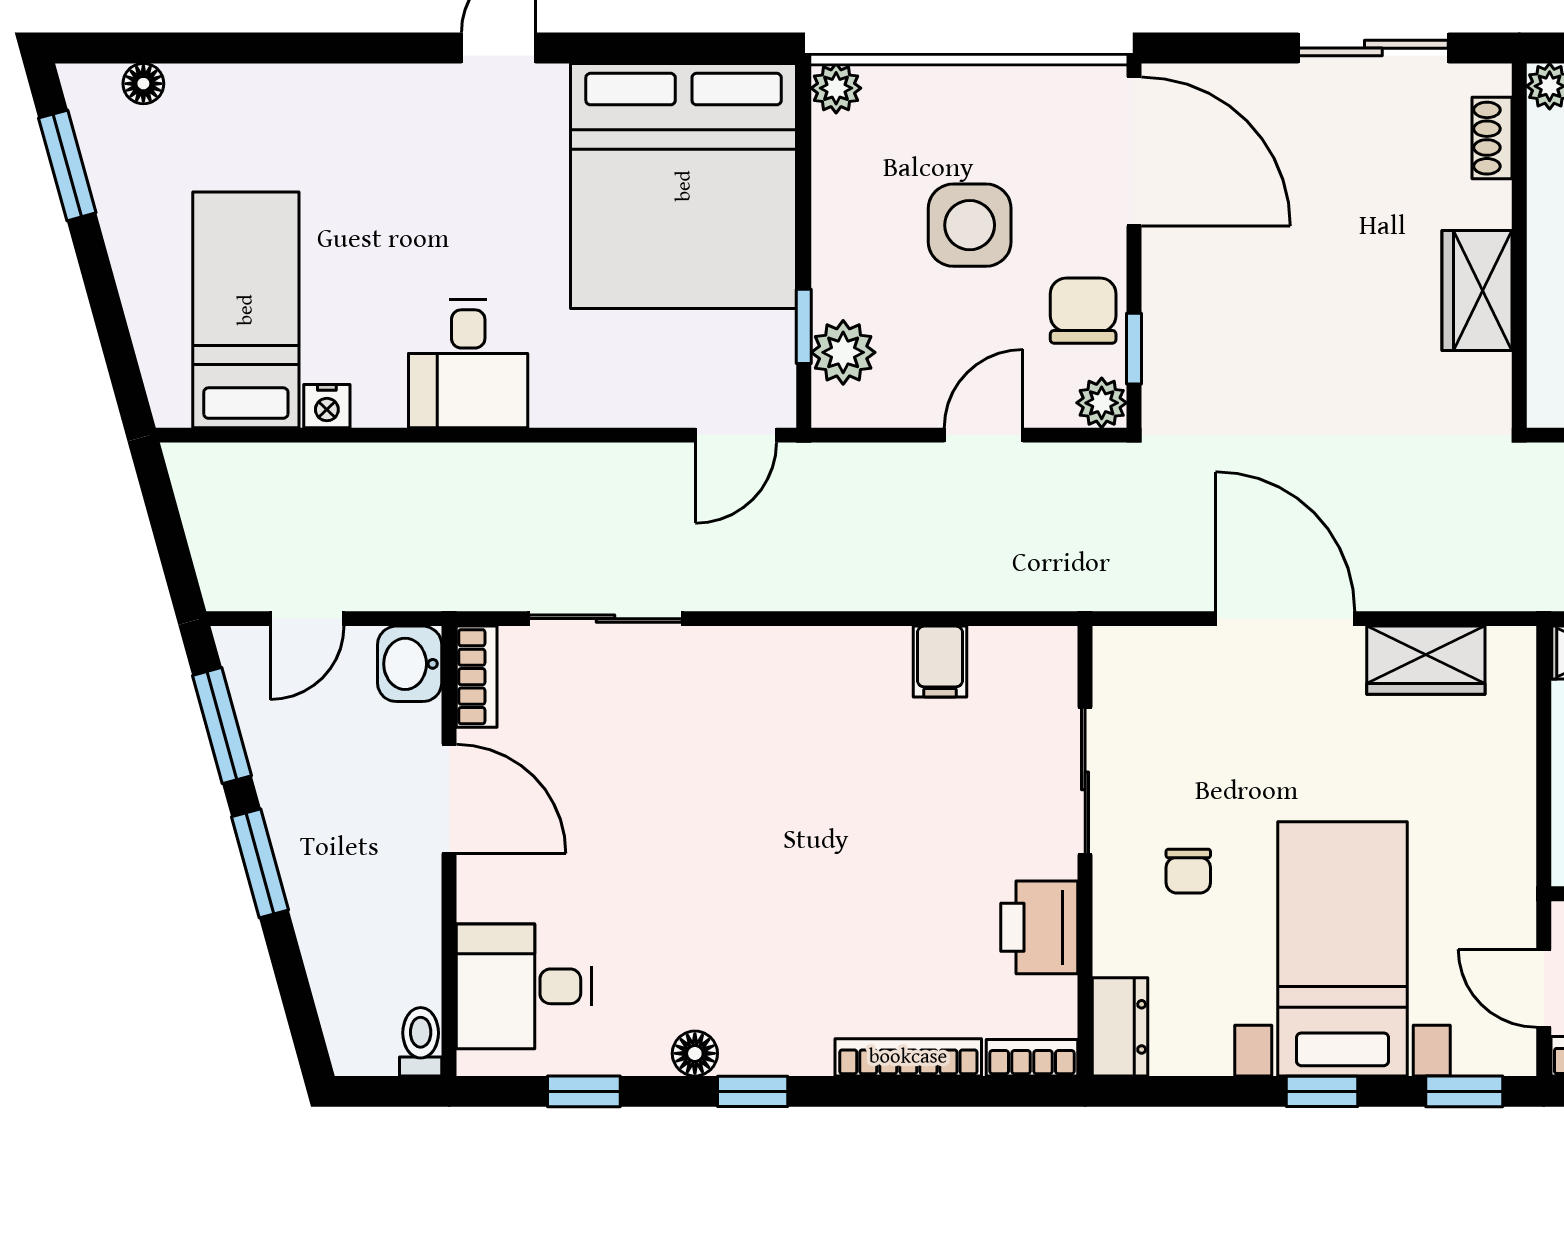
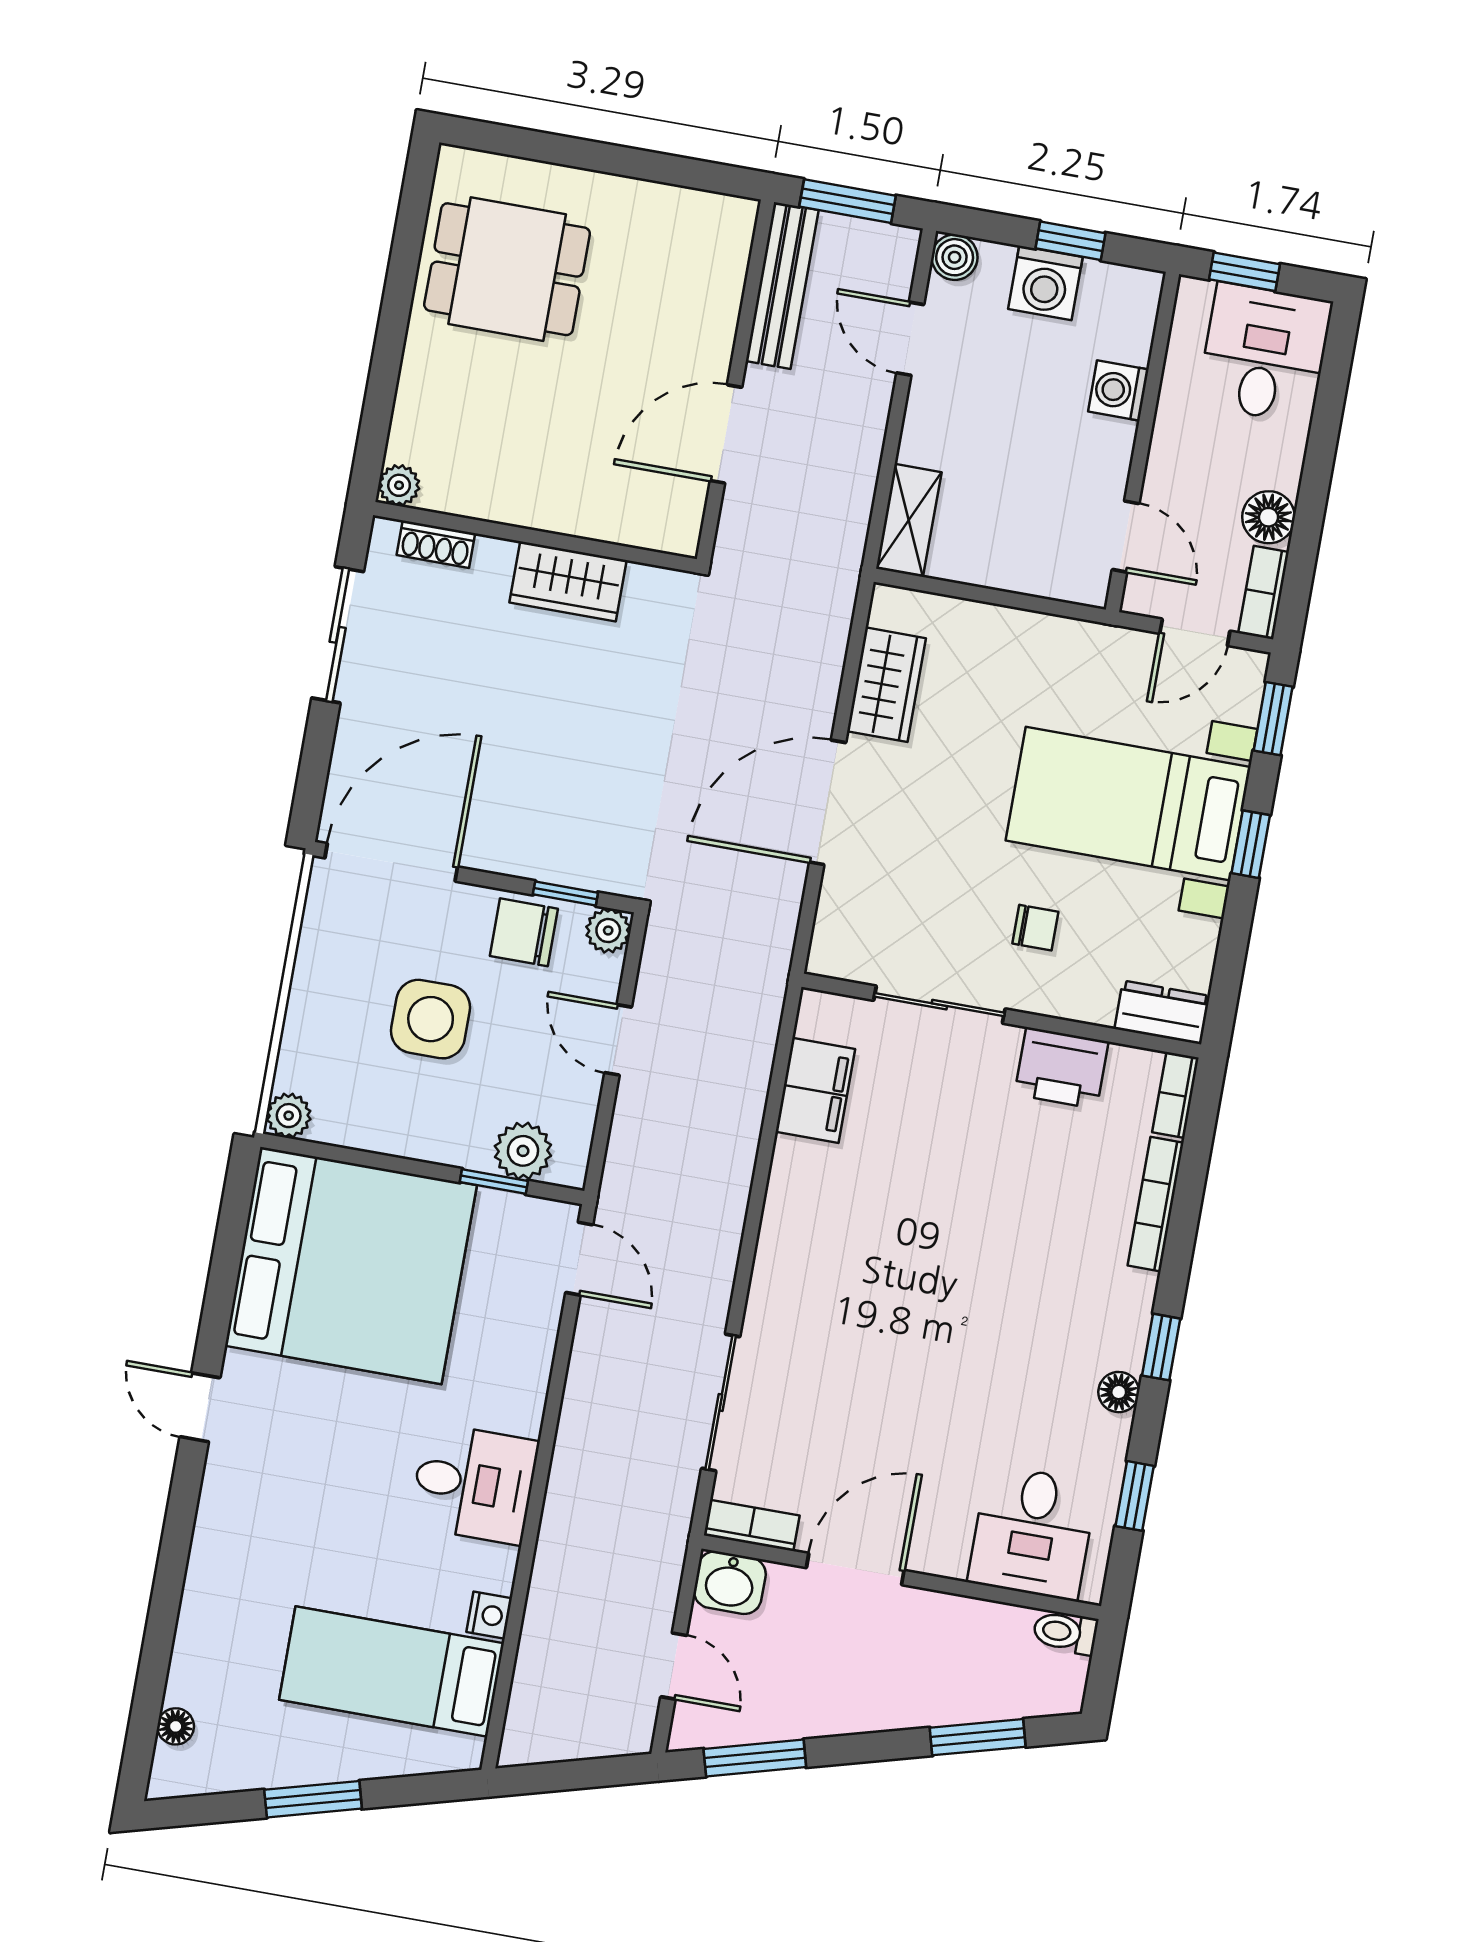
window: (67, 165) -> (313, 1799), moved
filing cabinet: (940, 661) -> (815, 1090), width x2.00
window: (260, 863) -> (978, 1737), moved

